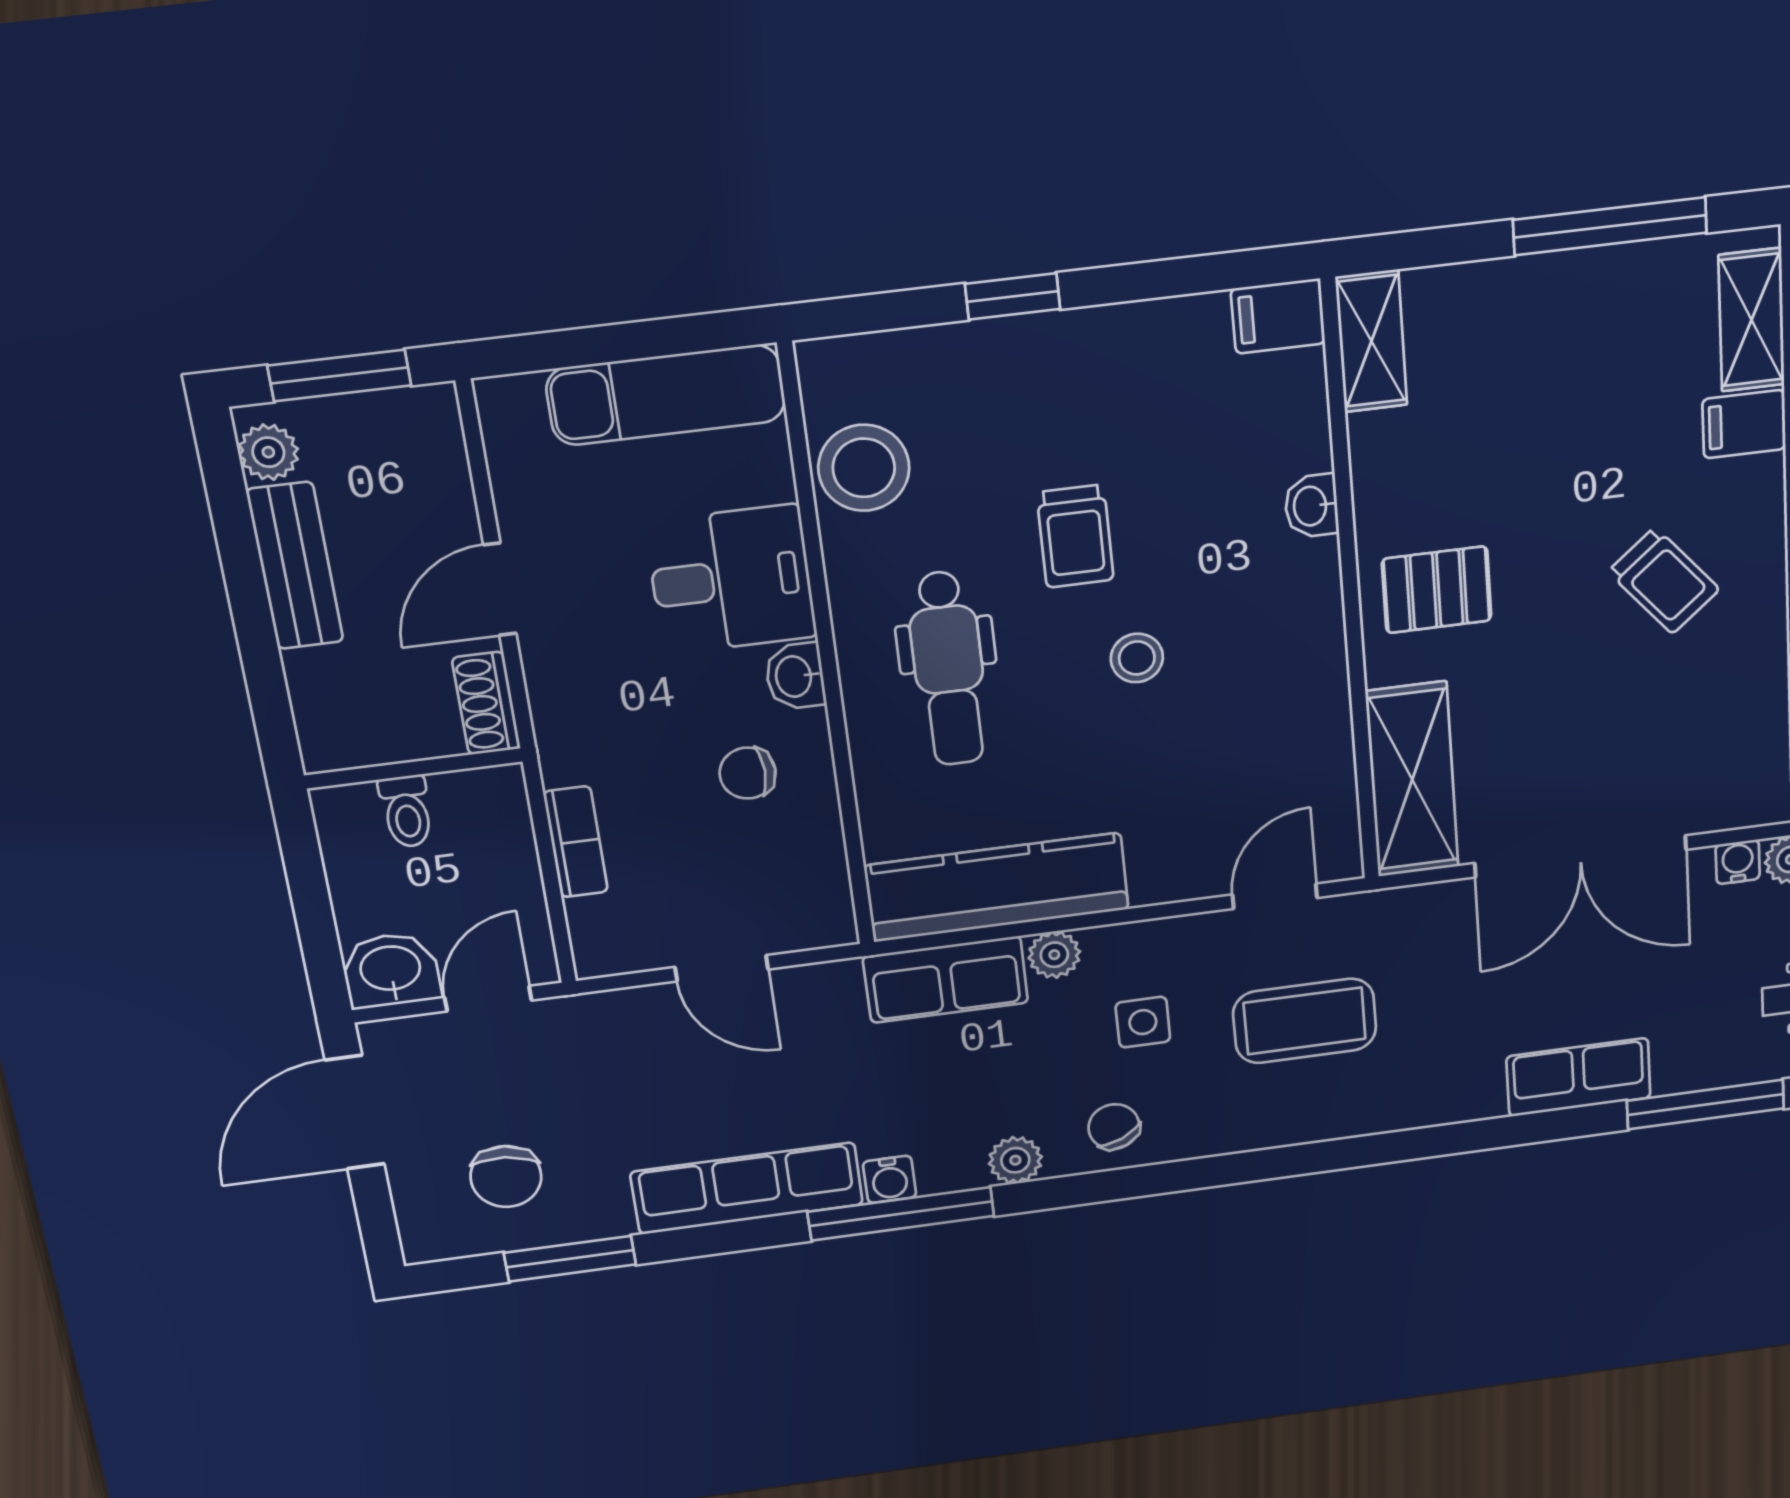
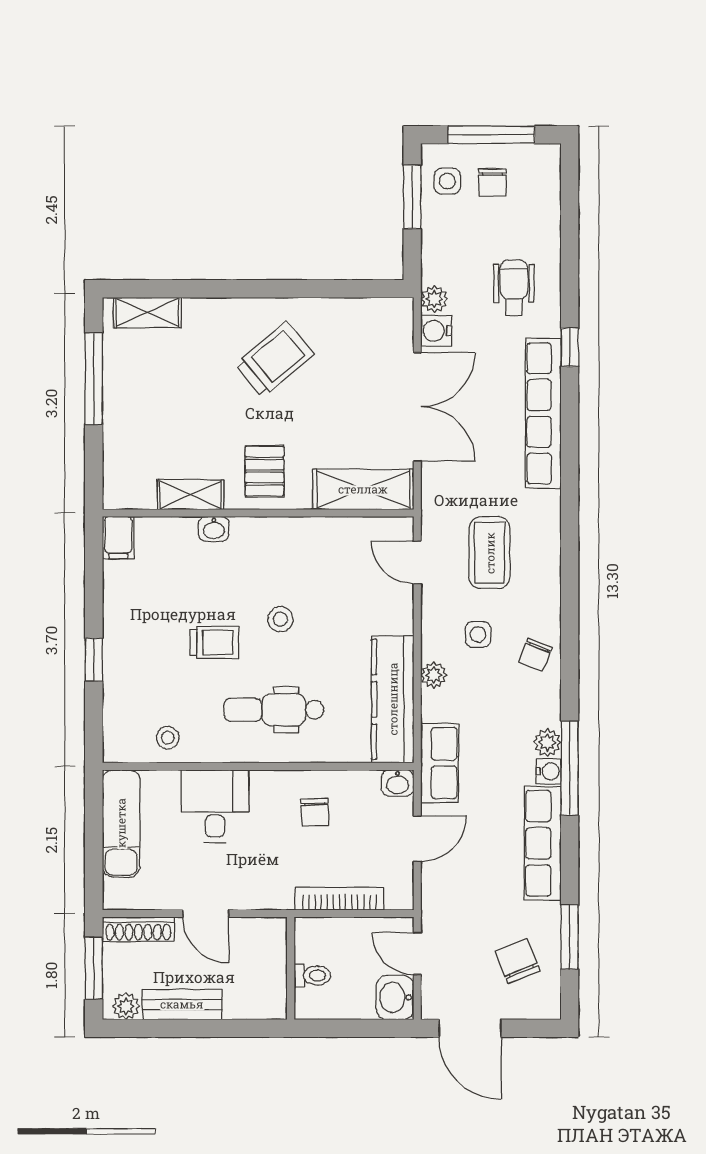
shelving: (1371, 341) -> (190, 495), moved
filing cabinet: (1744, 424) -> (199, 317), removed
stool: (864, 468) -> (168, 738), width x0.53, depth x0.53
trolley: (1664, 581) -> (274, 359), width x1.36, depth x1.39
dental chair: (949, 669) -> (274, 710), turned 180
washbasin: (795, 676) -> (398, 783), moved
shoe rack: (486, 703) -> (138, 929), moved, width x1.43
bookcase: (576, 842) -> (339, 899), width x1.56
water cooler: (1738, 862) -> (436, 331), width x1.38, depth x1.38
row of seats: (946, 980) -> (440, 763), moved
row of seats: (1579, 1077) -> (543, 413), width x2.02
window: (1705, 1105) -> (570, 347), width x0.46
chair: (1114, 1127) -> (536, 655), turned -43
plant: (1015, 1160) -> (547, 743), moved
chair: (506, 1177) -> (517, 961), turned -118

